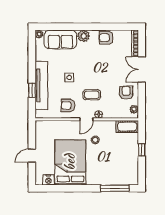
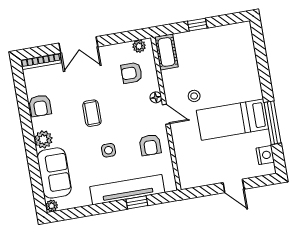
armchair: (126, 93) -> (132, 73), moved
coffee table: (92, 95) -> (92, 113), moved
bed: (70, 162) -> (233, 120), width x0.67
window: (115, 188) -> (273, 123), moved

